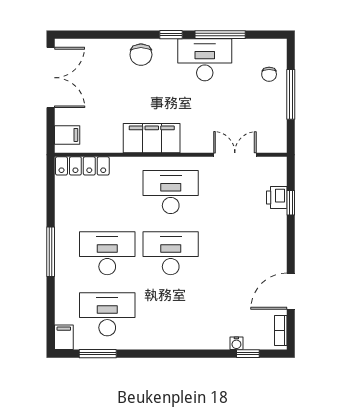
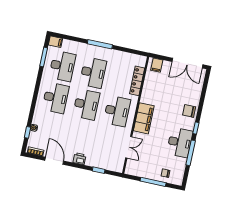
filing cabinet: (152, 138) -> (144, 118), moved
locker: (82, 166) -> (137, 81), moved
printer: (277, 198) -> (79, 159), moved
desk: (171, 314) -> (56, 98), added

